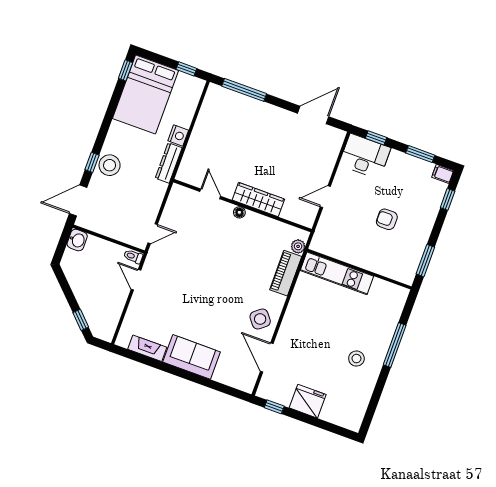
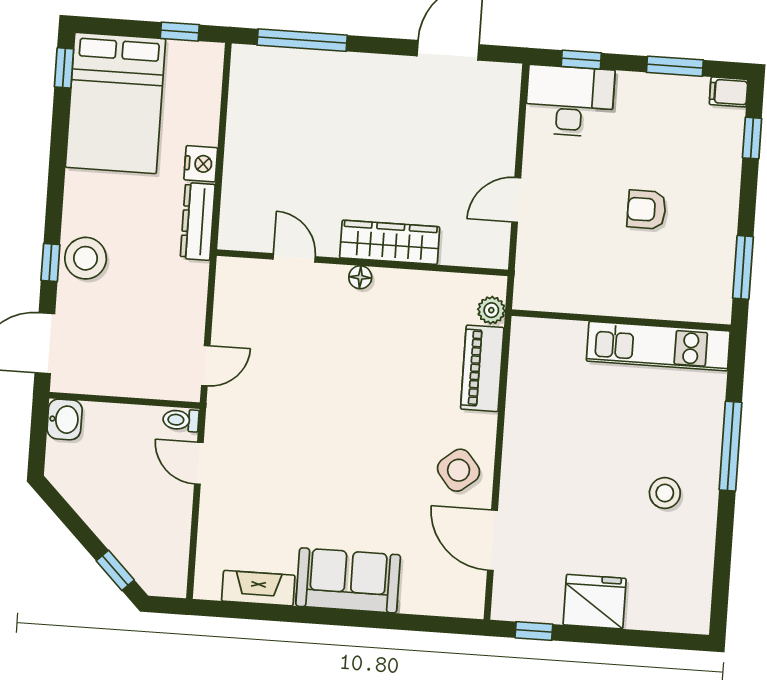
kitchen unit: (337, 273) -> (658, 346), moved

